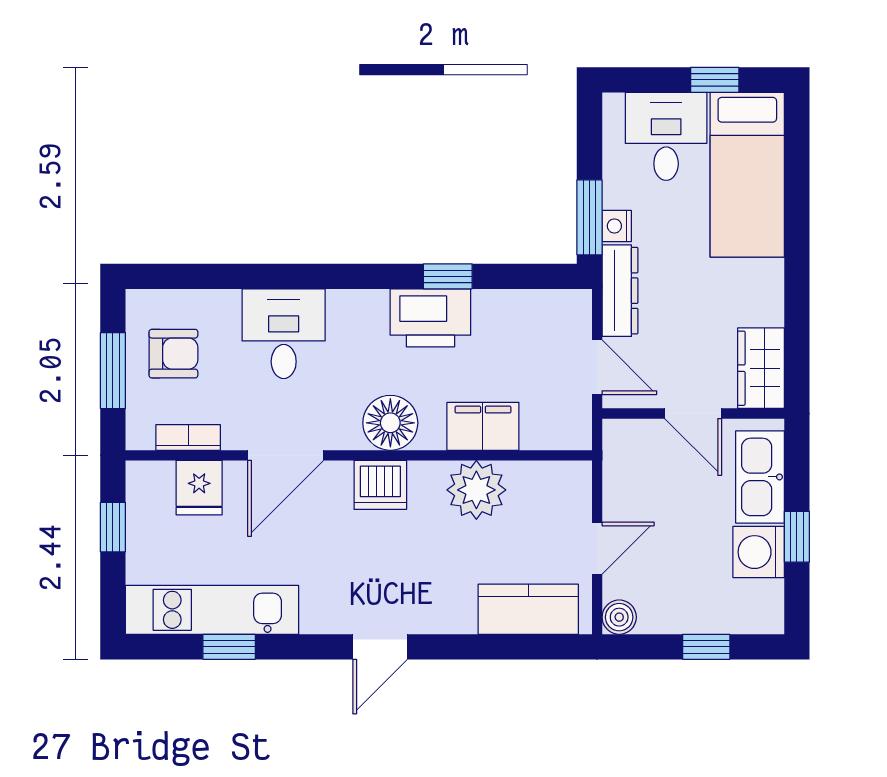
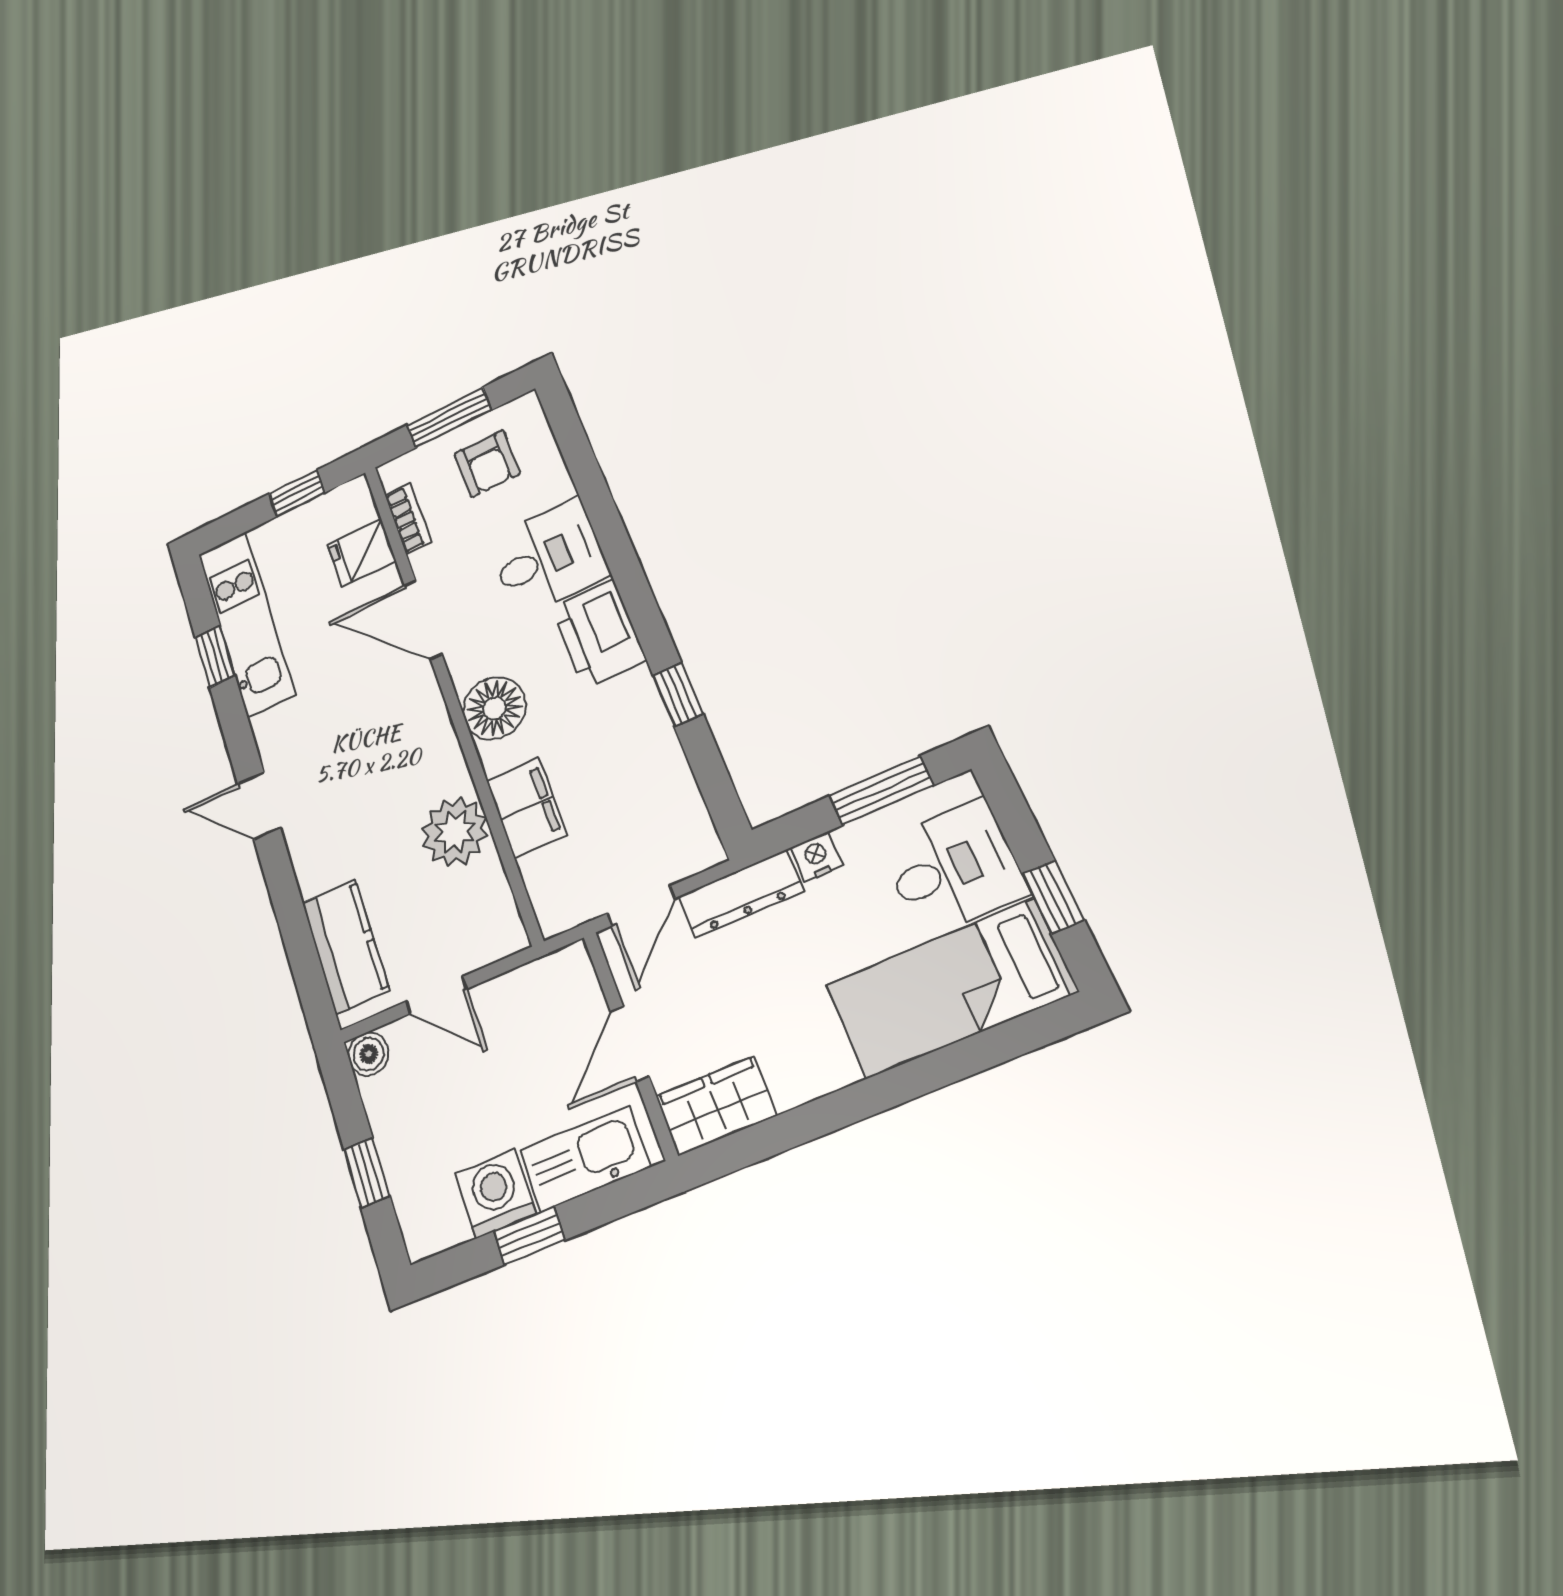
window: (590, 217) -> (881, 791), moved
printer: (430, 318) -> (599, 634), moved
dishwasher: (380, 485) -> (425, 728), removed

